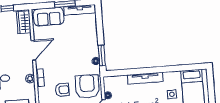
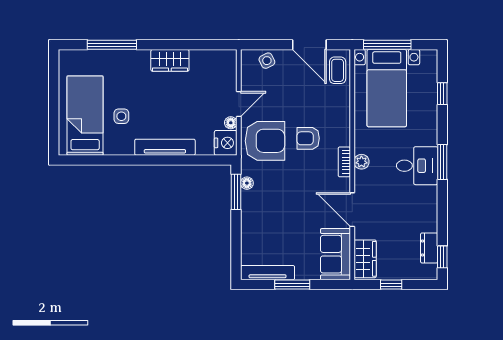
sofa: (49, 17) -> (335, 254), moved, turned -90
door: (33, 50) -> (352, 210), hinge flipped
nightstand: (110, 83) -> (226, 143), added
armchair: (87, 86) -> (265, 141), turned -91

